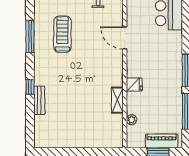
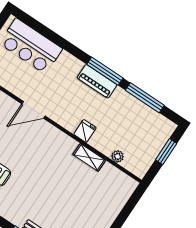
piano: (162, 141) -> (97, 81), moved, turned -90

